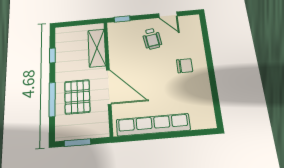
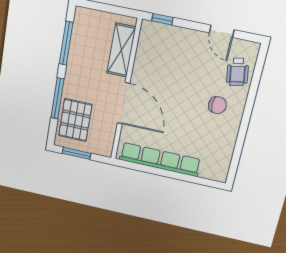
wheelchair: (152, 39) -> (238, 72), moved
window: (52, 55) -> (66, 43), width x2.17
pallet: (77, 97) -> (75, 120), moved

